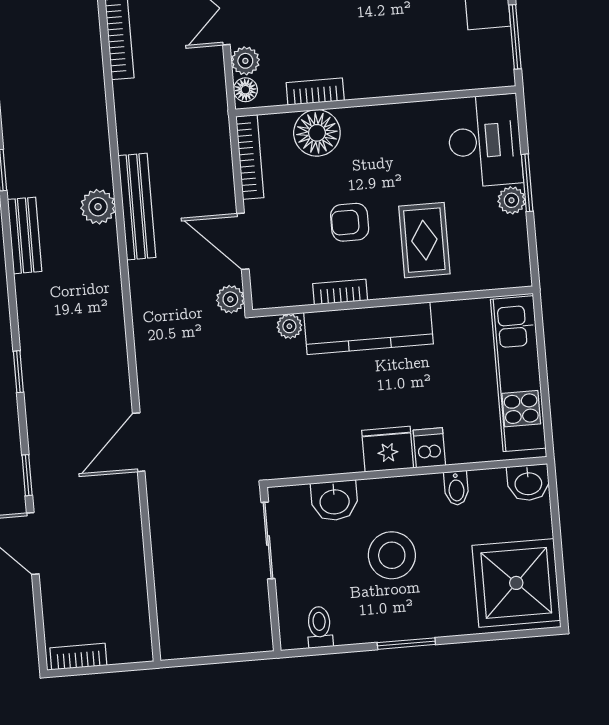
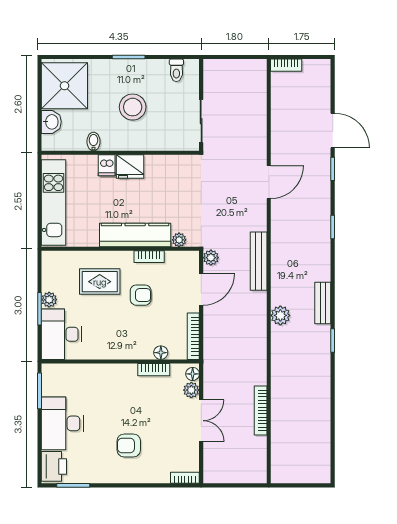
floor lamp: (317, 133) -> (161, 353), width x0.53, depth x0.53
bench: (137, 207) -> (259, 261), moved
rug: (424, 240) -> (100, 282), turned 90
door: (243, 241) -> (201, 289), hinge flipped
washbasin: (528, 483) -> (51, 122), moved, turned 90
washbasin: (334, 501) -> (162, 140), removed
bookcase: (78, 657) -> (286, 65), moved

